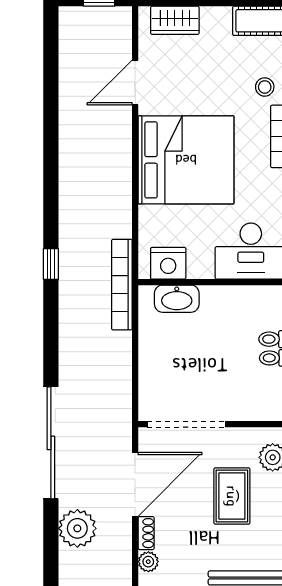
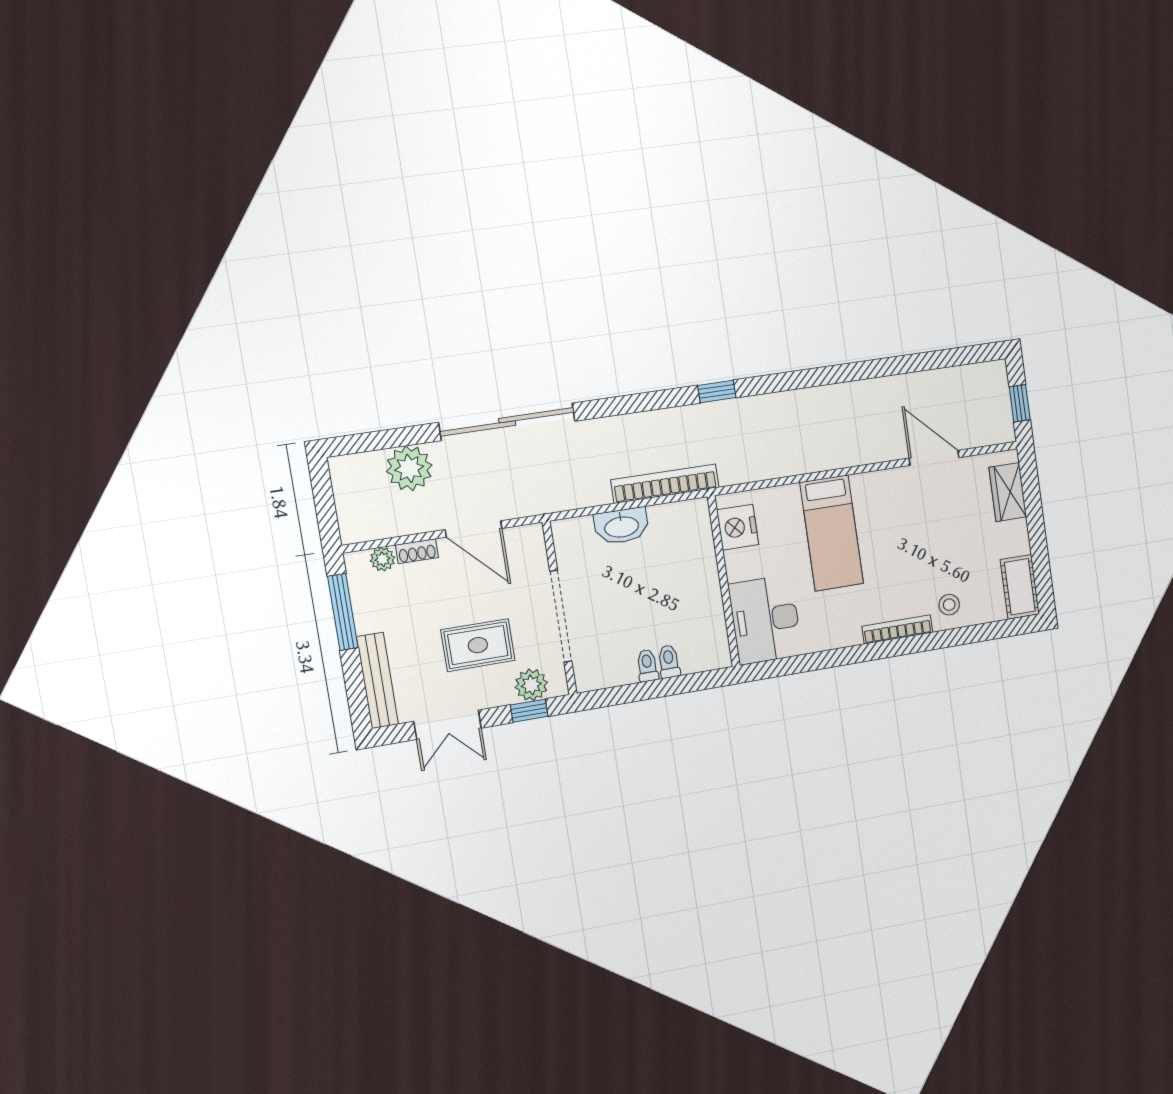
bed: (186, 160) -> (832, 533), width x0.49
bookcase: (122, 285) -> (665, 484), moved
washbasin: (177, 299) -> (621, 526), moved, turned -90
doorway: (186, 424) -> (561, 616), moved
door: (135, 484) -> (474, 529), width x0.73

